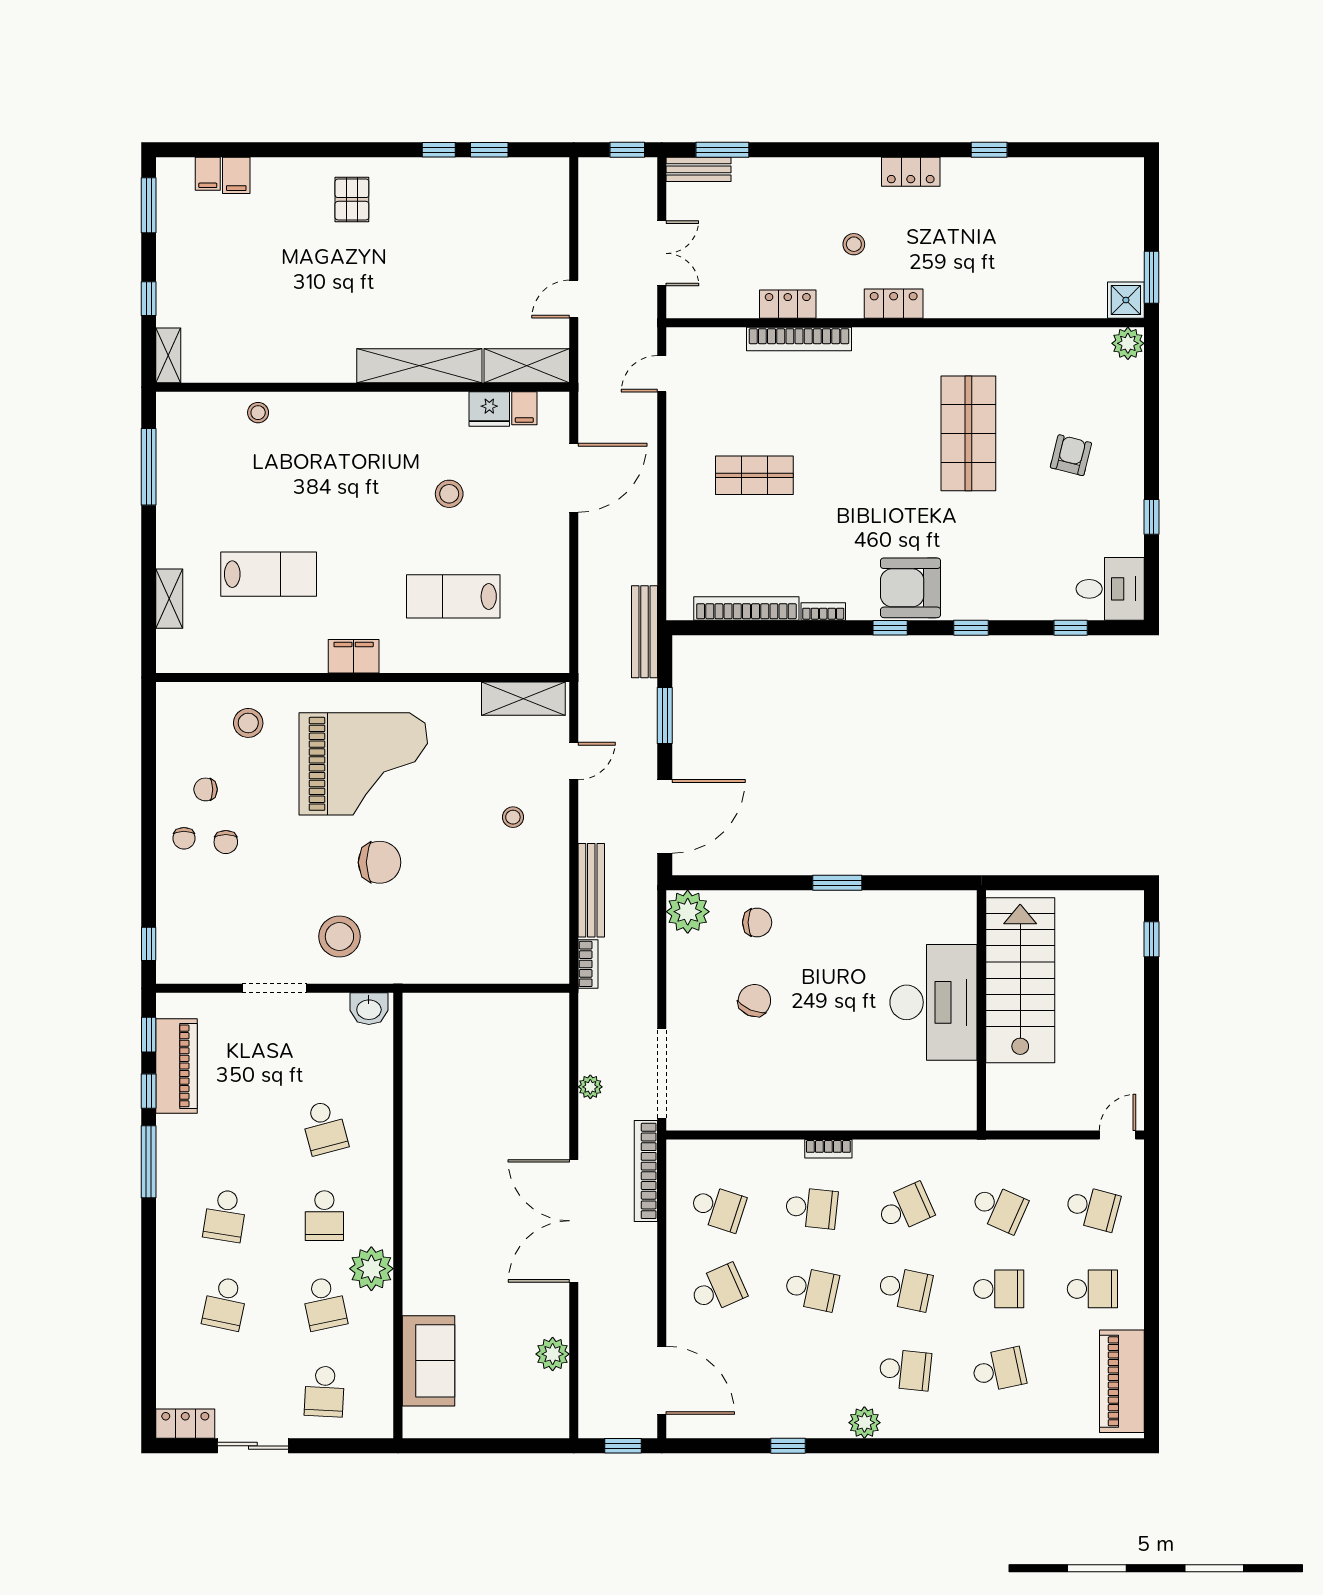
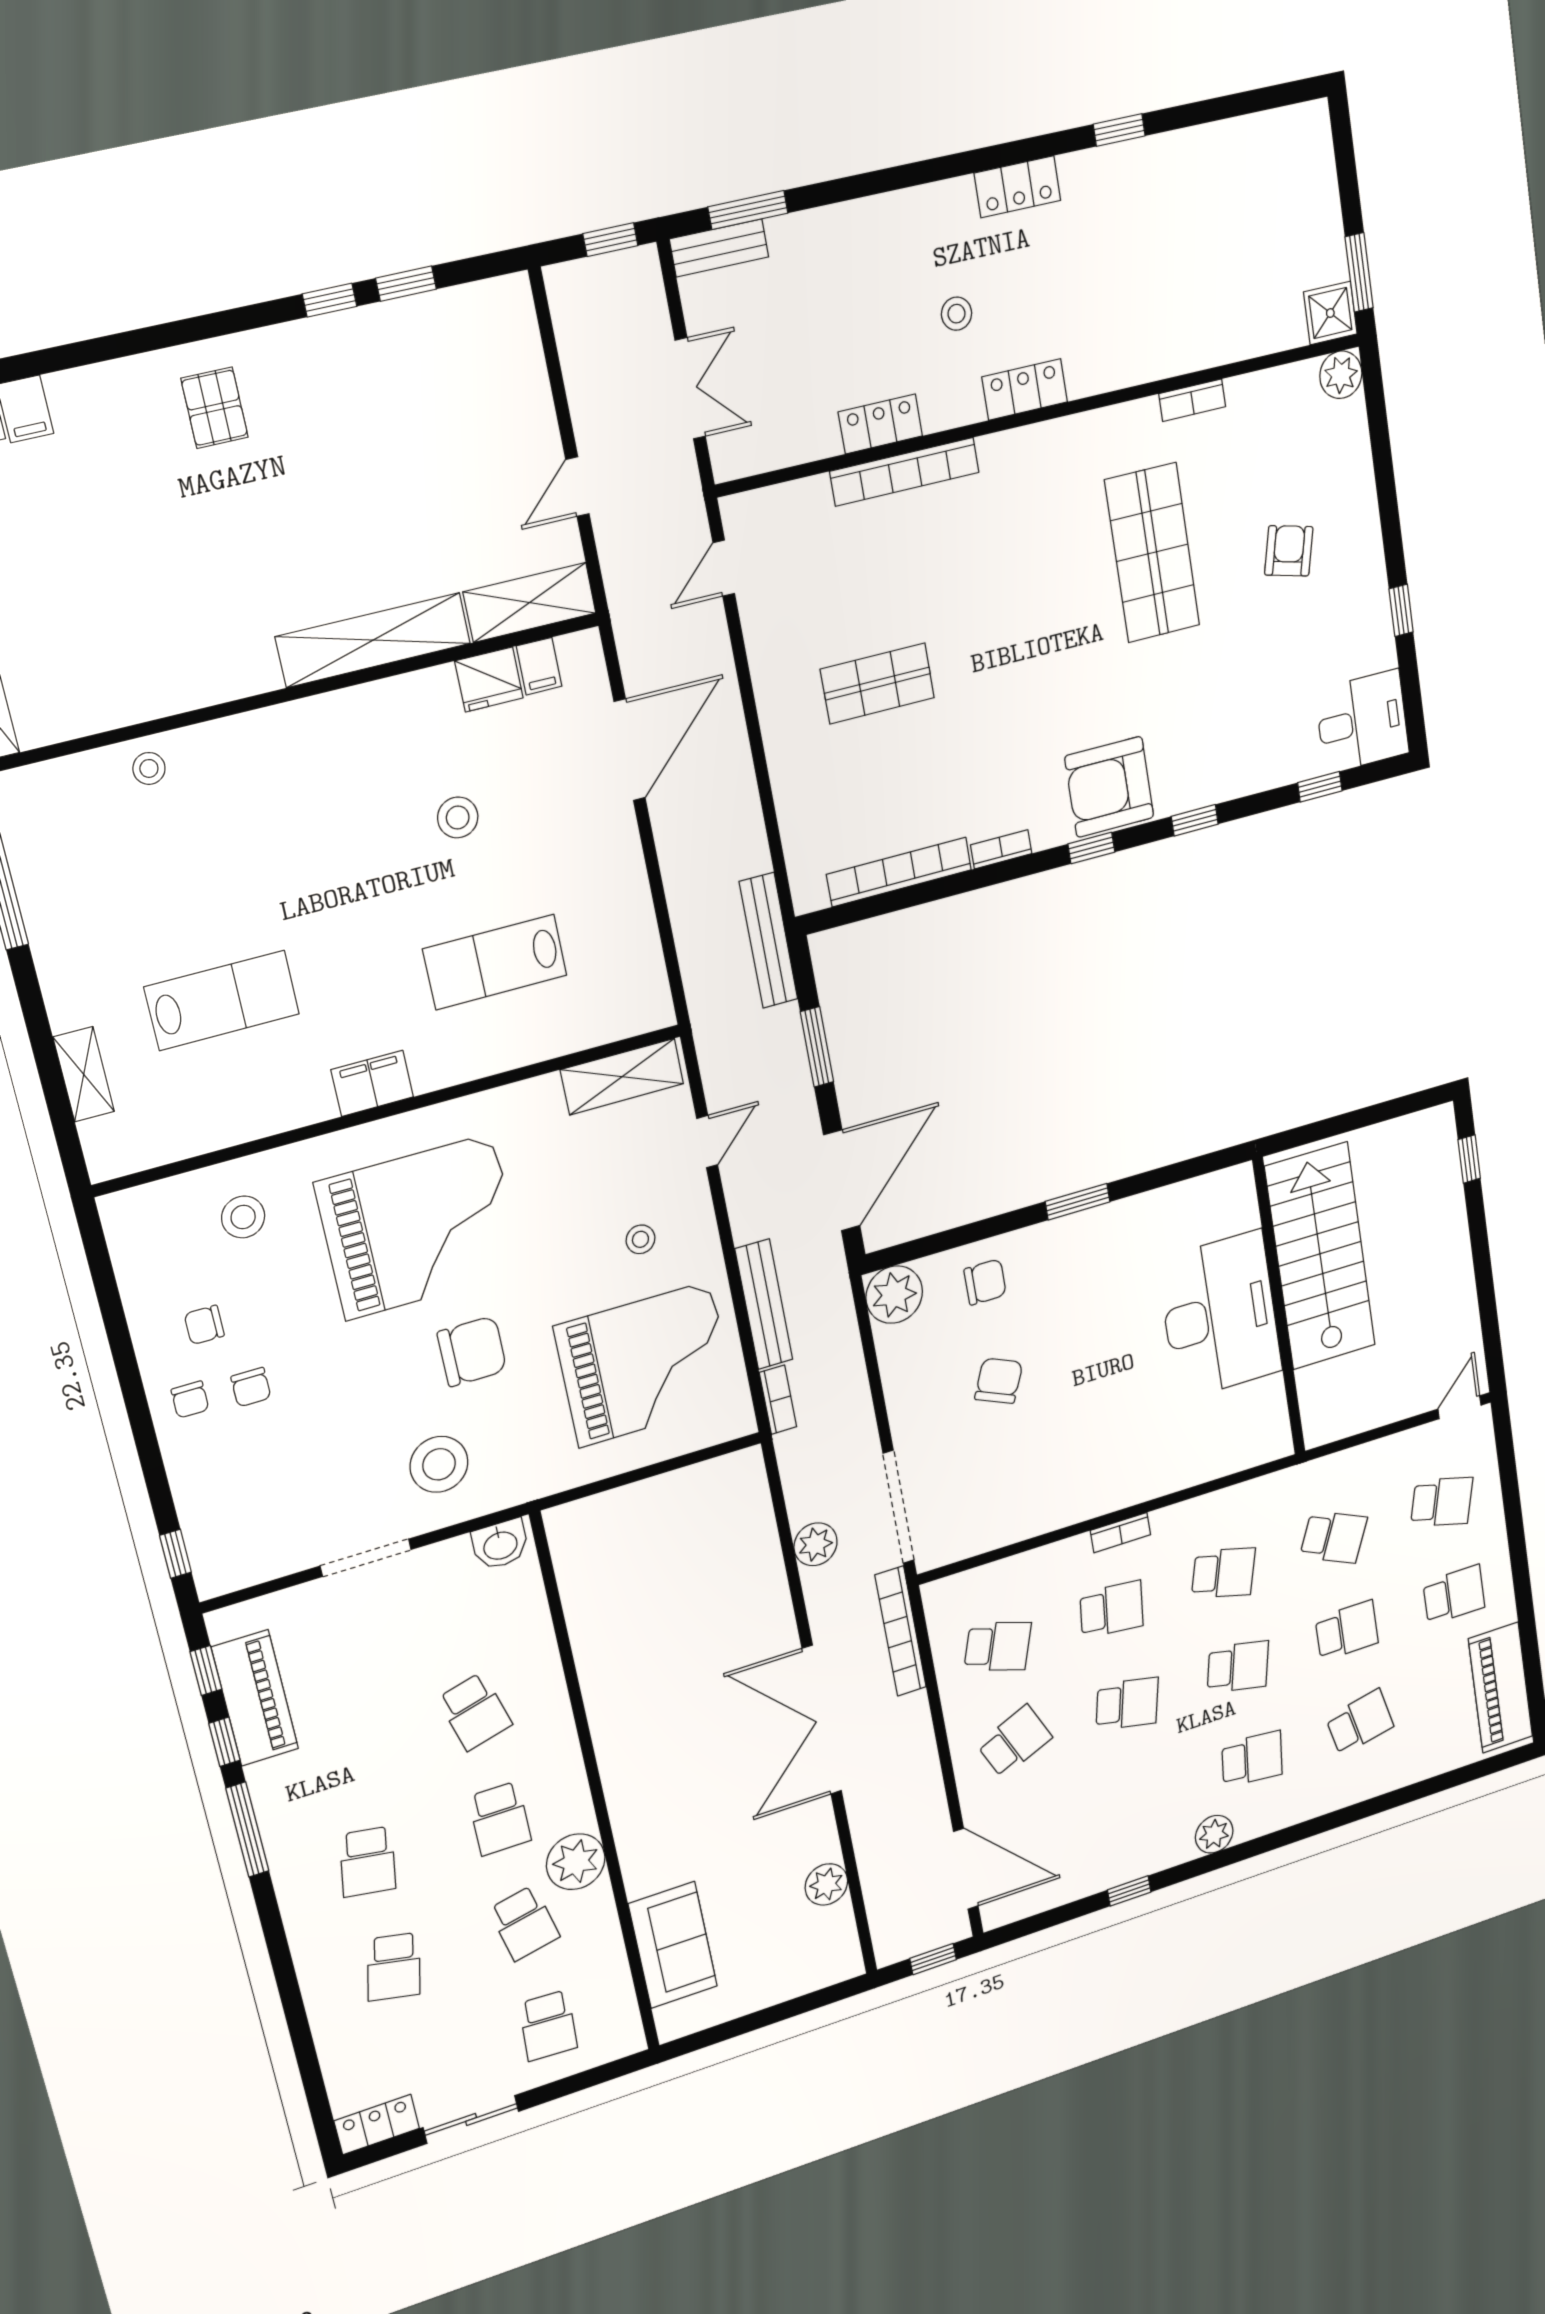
bookcase: (1014, 337) -> (1192, 400), added
grand piano: (498, 908) -> (645, 1364), added
plant: (590, 1087) -> (816, 1544), width x1.38, depth x1.38
school desk: (905, 1208) -> (1223, 1573), turned 39

